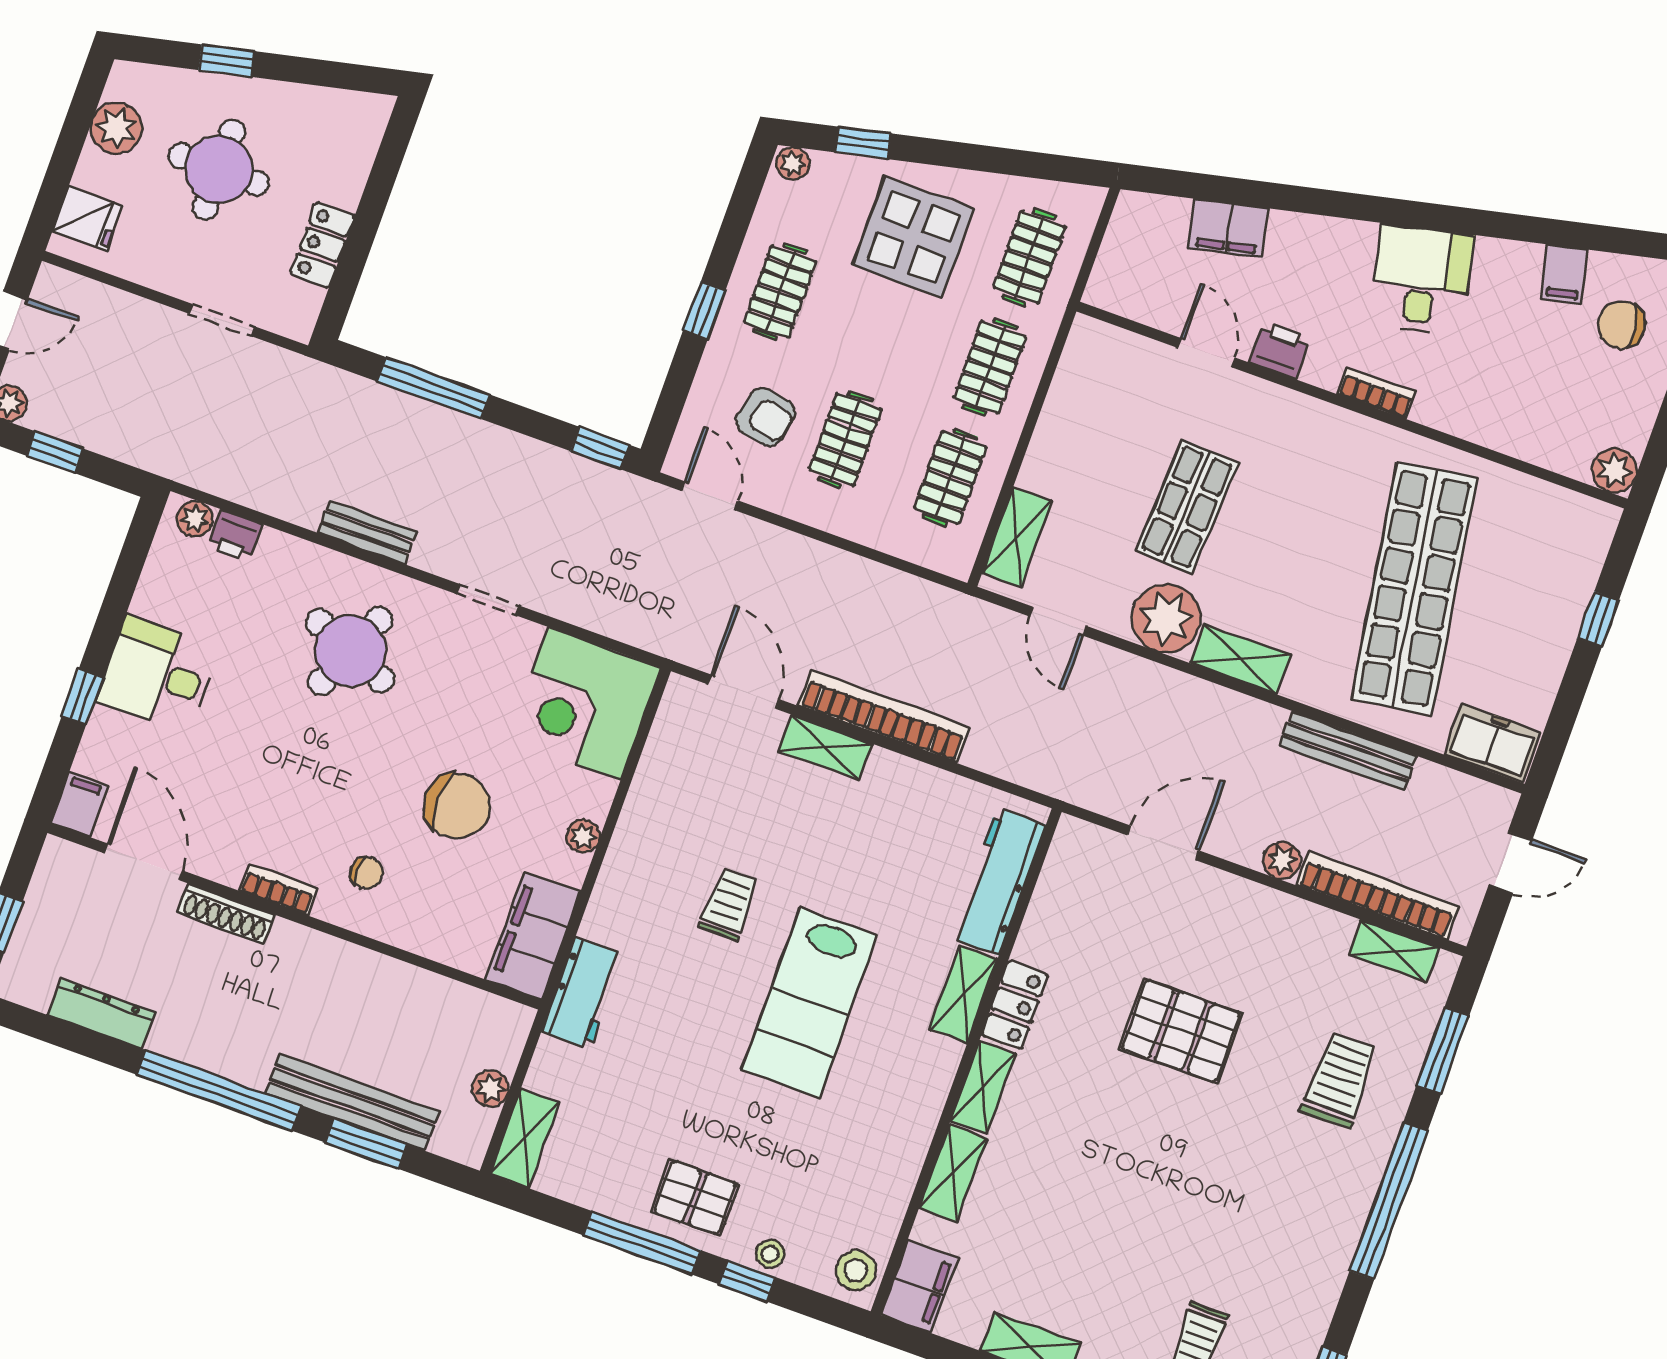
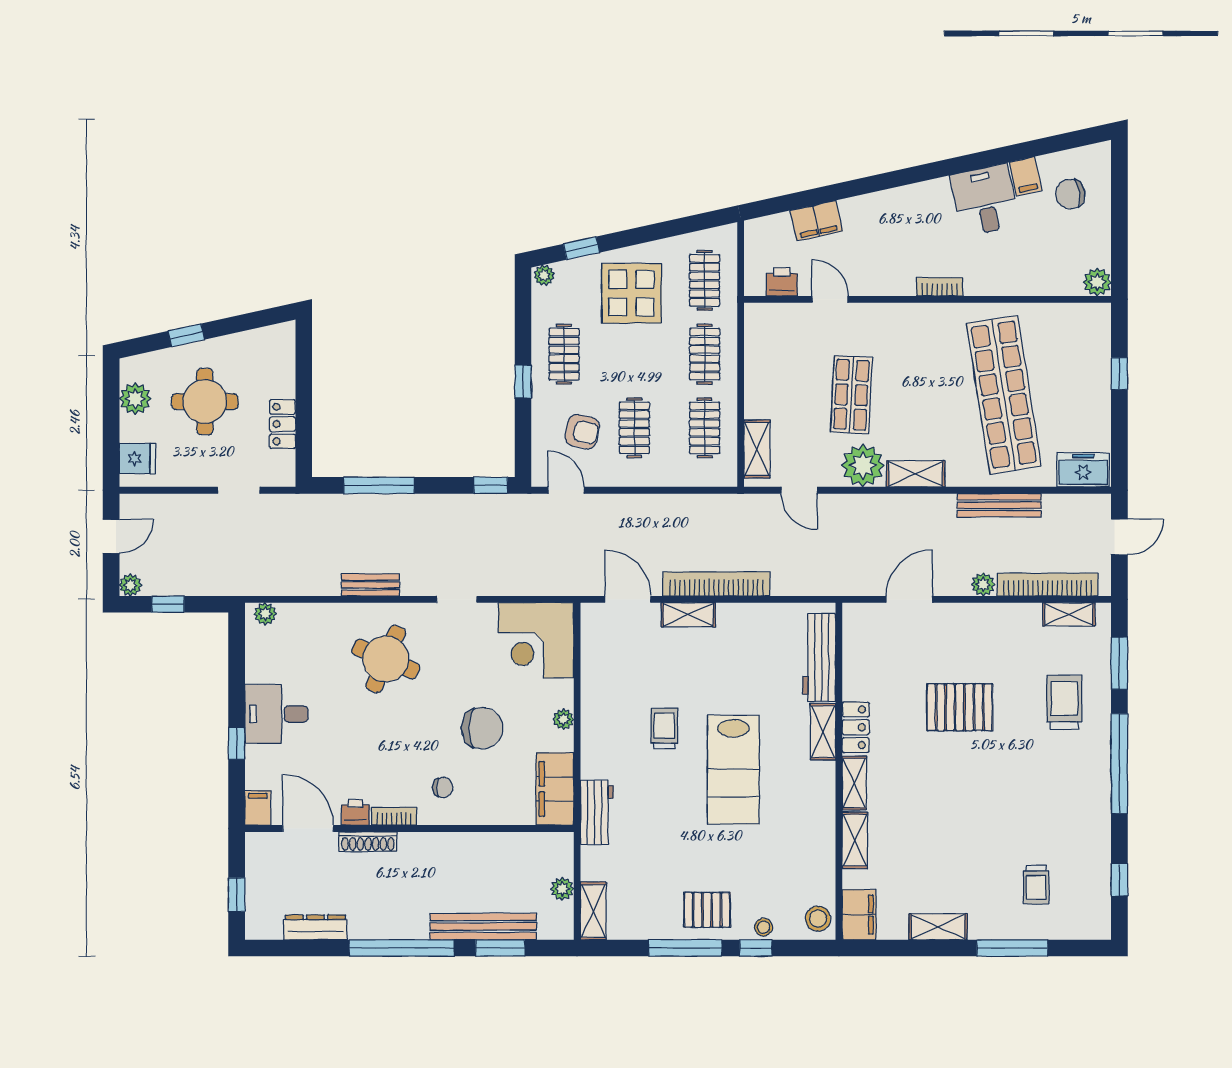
desk: (1421, 279) -> (985, 200), moved
printer: (1280, 350) -> (782, 282), moved
printer: (235, 536) -> (355, 812), moved, turned 180

